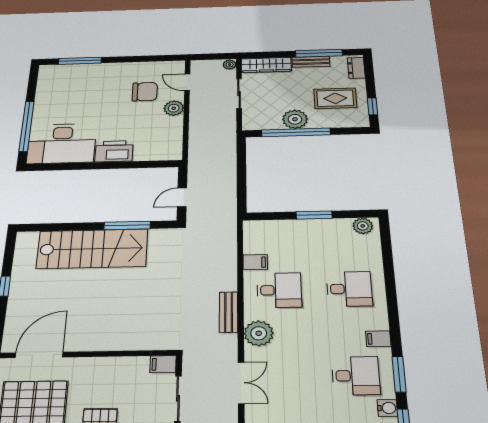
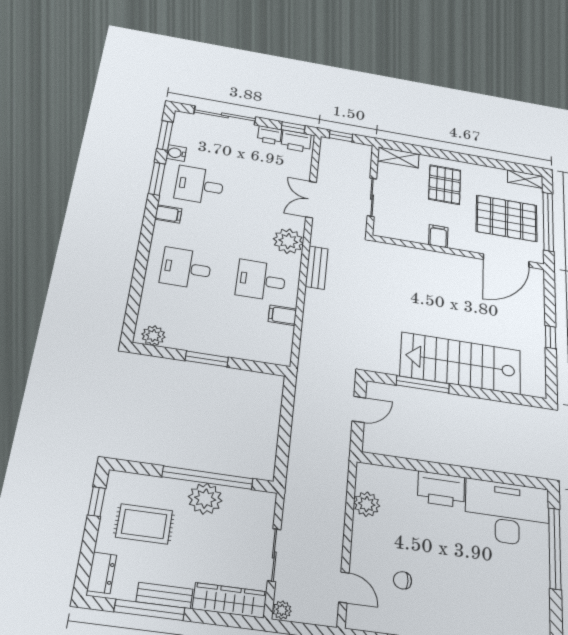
chair: (145, 92) -> (403, 580), width x0.54, depth x0.54
plant: (174, 108) -> (367, 504), moved
filing cabinet: (163, 364) -> (438, 236), moved, turned -90

